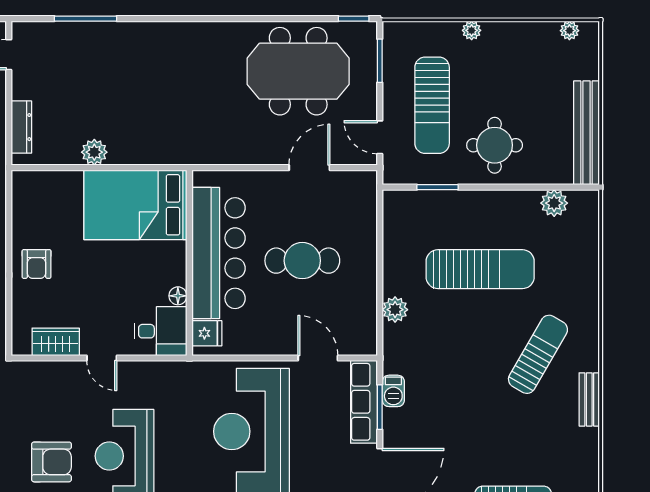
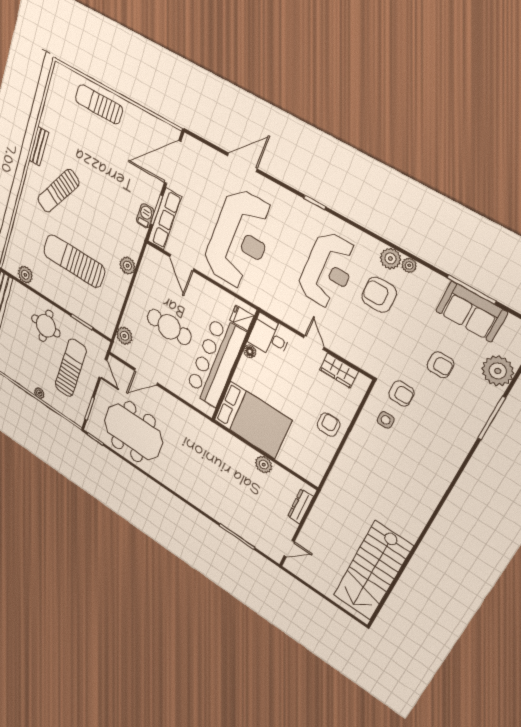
plant: (364, 207) -> (125, 336), added

